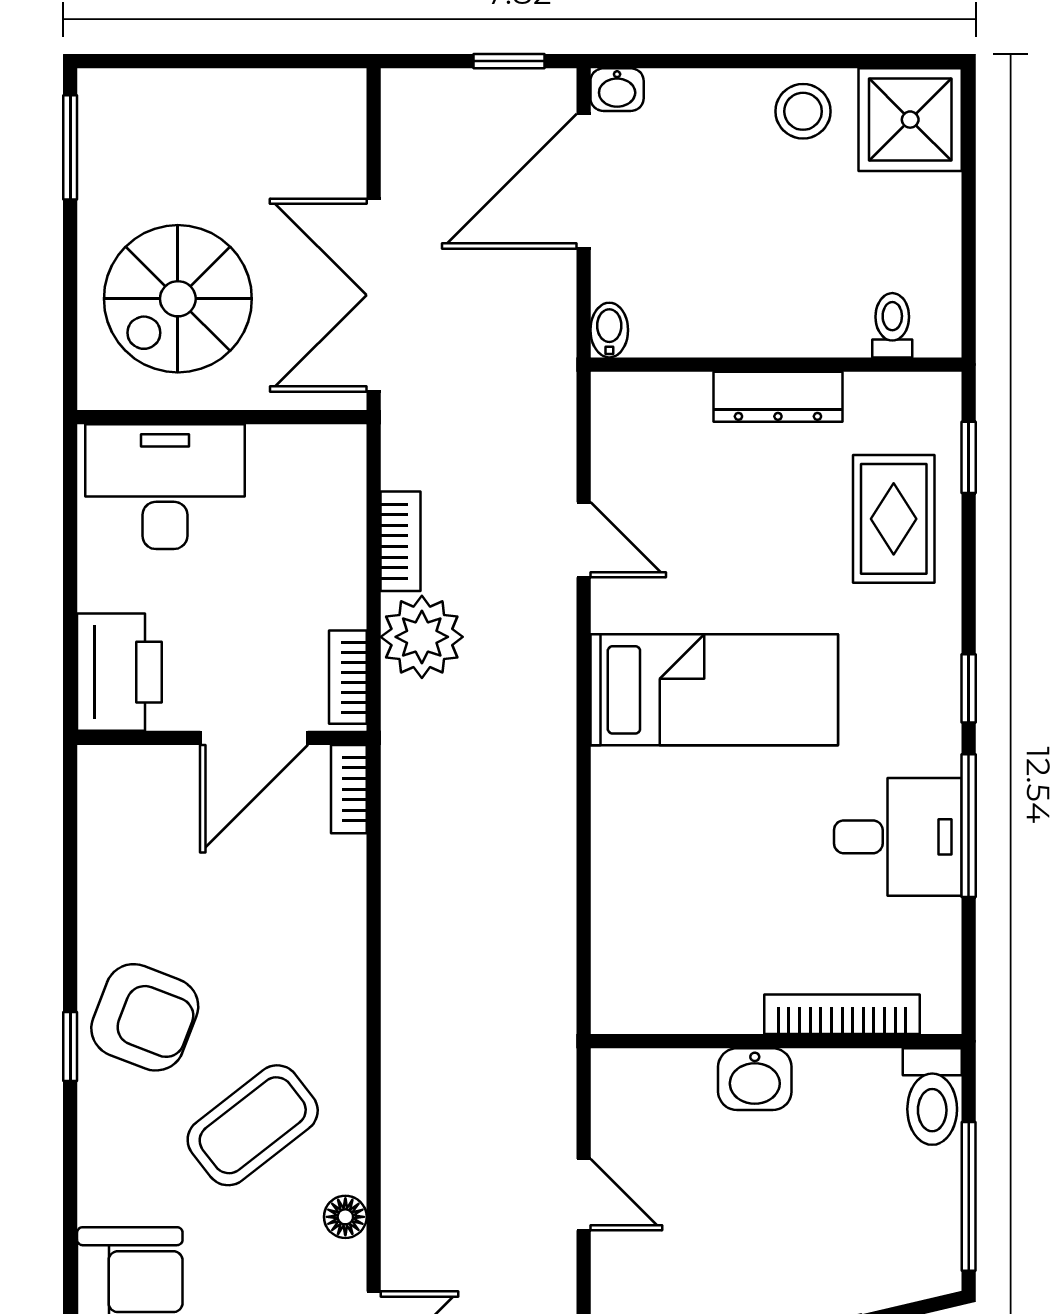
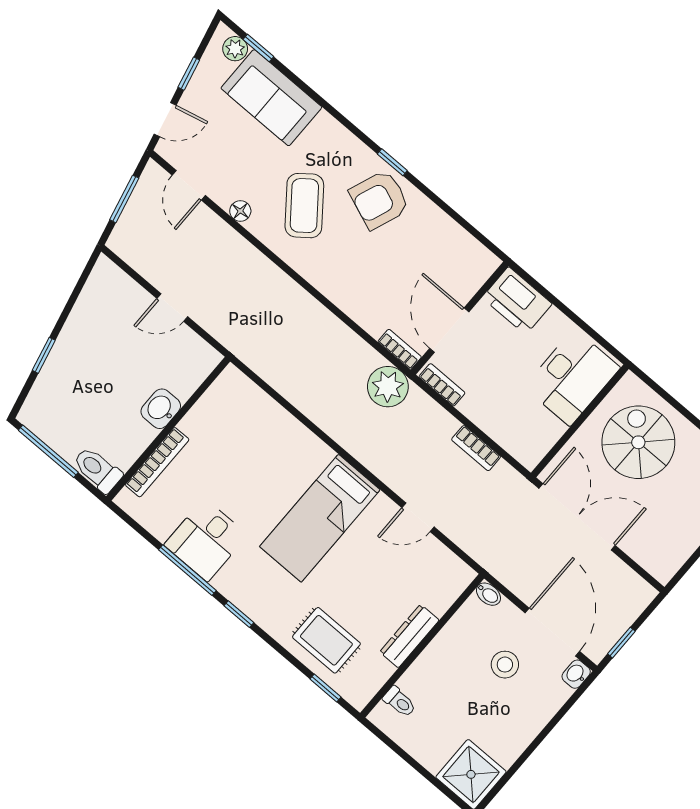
stool: (803, 111) -> (505, 665), moved
plant: (422, 637) -> (388, 387), moved

